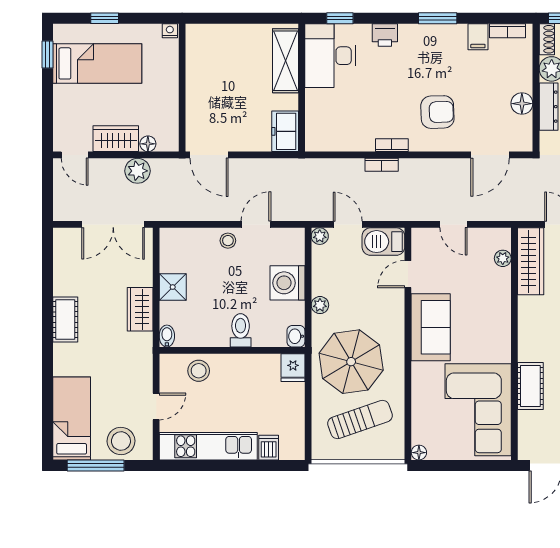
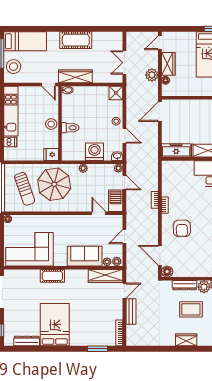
floor lamp: (522, 104) -> (167, 272), moved
freezer: (285, 131) -> (176, 150), width x1.40
double door: (113, 224) -> (124, 63), width x0.73
door: (348, 224) -> (124, 182), hinge flipped
plant: (502, 239) -> (117, 261), added
shower: (173, 287) -> (116, 93), moved
wardrobe: (140, 309) -> (75, 76), width x1.50
cot: (65, 320) -> (76, 40), width x1.37, depth x1.34
sofa: (431, 327) -> (85, 256), moved, turned 180
washbasin: (296, 336) -> (117, 156), moved
stool: (199, 371) -> (51, 124), moved
cot: (530, 386) -> (52, 276), moved
door: (156, 406) -> (48, 84), moved

